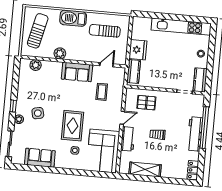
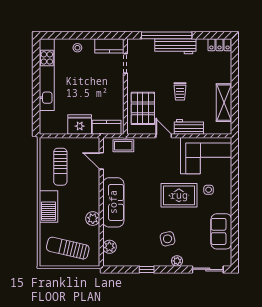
sofa: (77, 72) -> (113, 202), width x1.36
coffee table: (102, 92) -> (123, 146), moved
pallet: (146, 103) -> (143, 108), width x1.50, depth x1.42
window: (13, 106) -> (147, 269), moved

